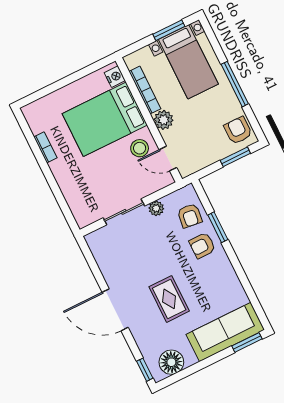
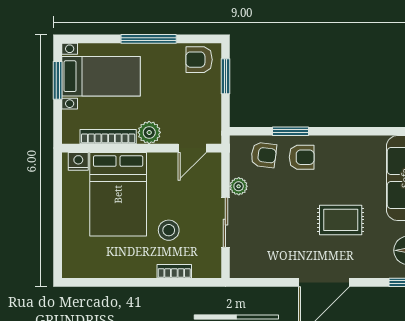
bookcase: (45, 147) -> (174, 271), moved
stool: (140, 148) -> (169, 230), moved
armchair: (202, 246) -> (302, 157), turned -90

